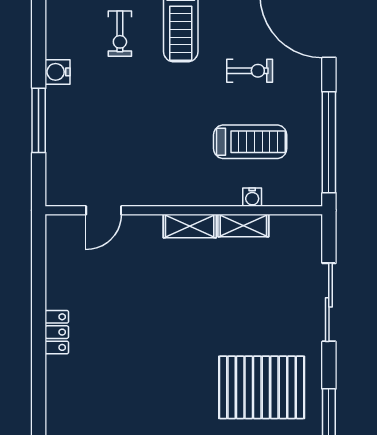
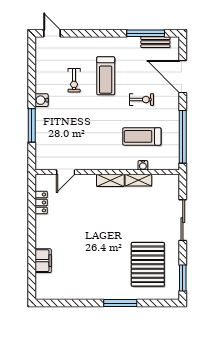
treadmill: (250, 142) -> (142, 136), turned 180
locker: (57, 332) -> (41, 202), moved
filing cabinet: (61, 380) -> (43, 261), added
pallet: (262, 387) -> (148, 264), turned 90

